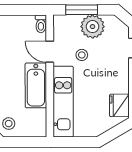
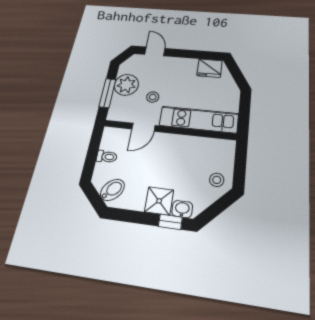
toilet: (41, 24) -> (107, 157), moved
bathtub: (36, 85) -> (177, 145), removed

